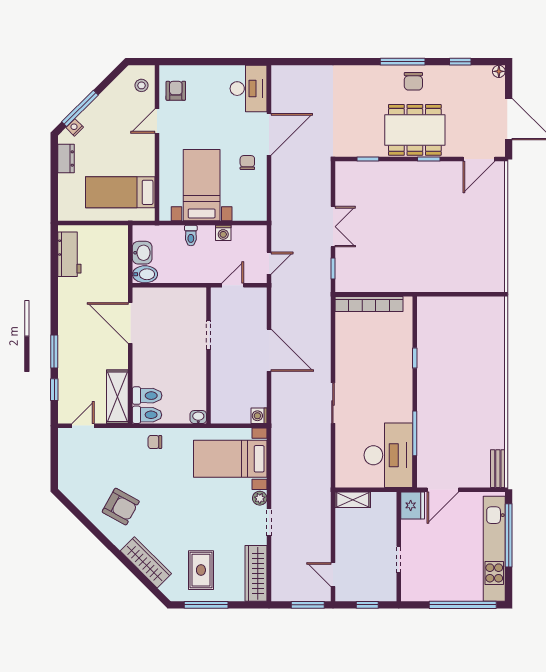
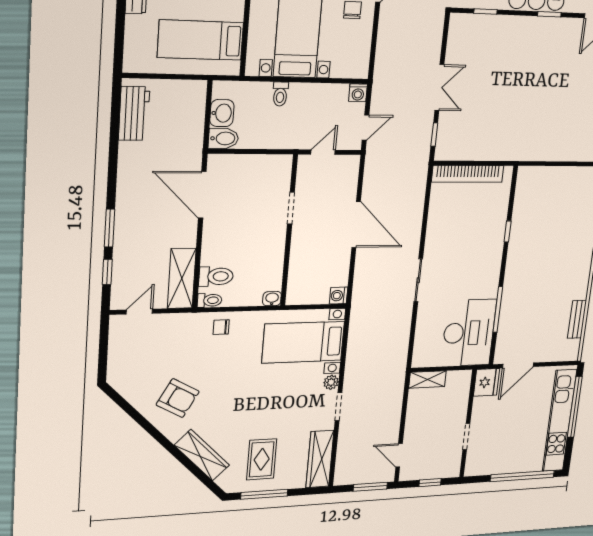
washing machine: (223, 233) -> (358, 93), moved
toilet: (147, 415) -> (210, 300), width x0.73, depth x0.72
bench: (498, 469) -> (577, 319), moved

